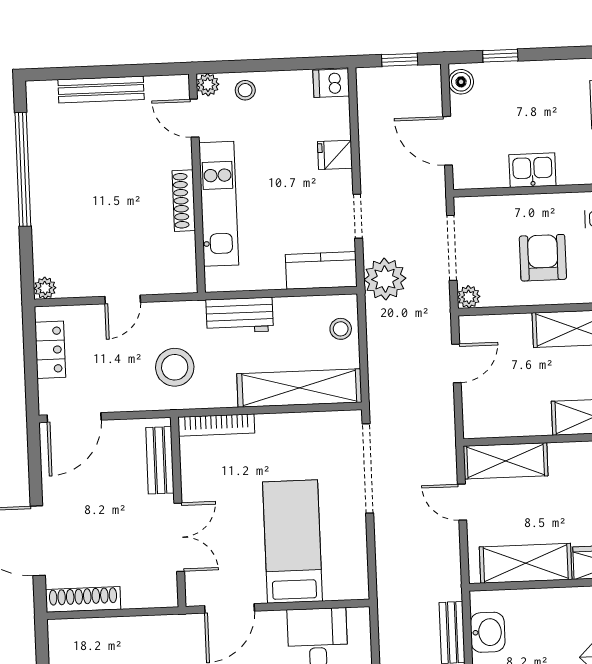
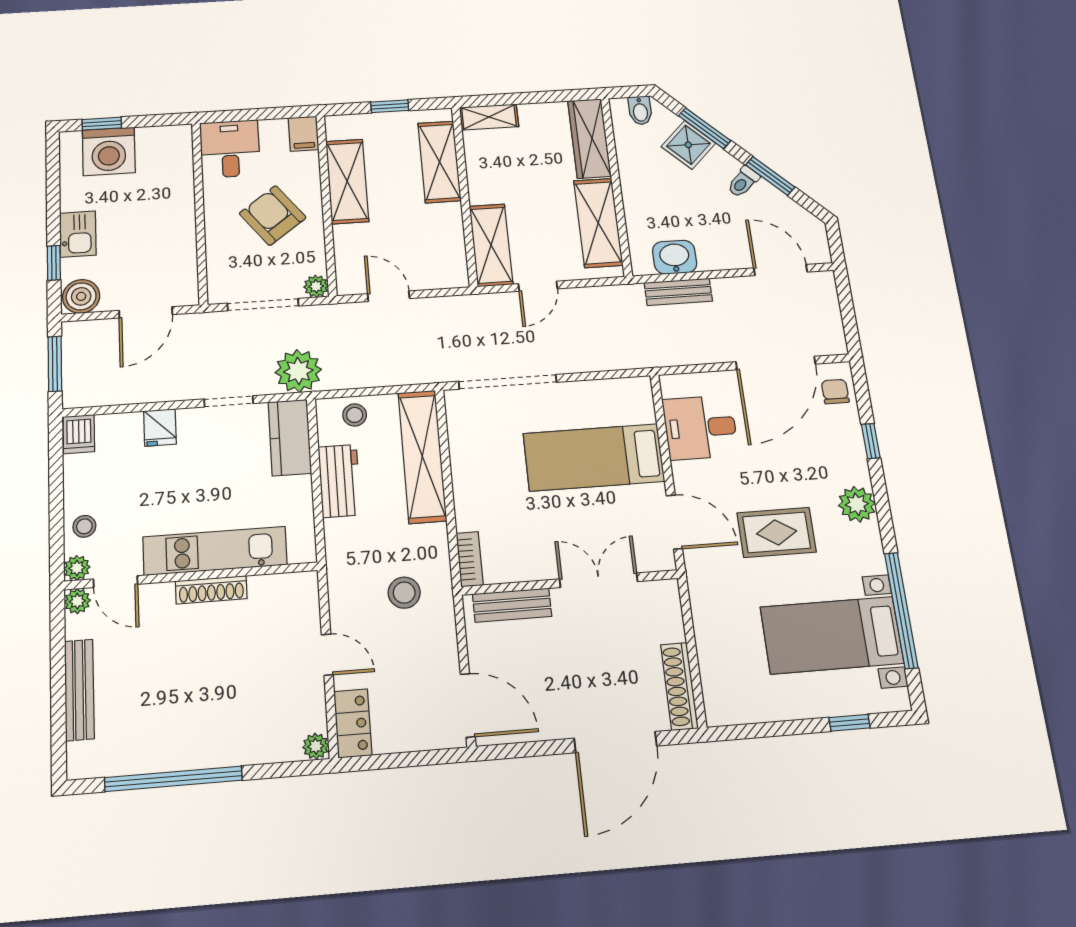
window: (400, 60) -> (55, 364), width x1.50
boiler: (461, 82) -> (81, 296), width x1.36, depth x1.36
plant: (178, 86) -> (77, 601), added
door: (194, 118) -> (116, 582), hinge flipped
kitchen sink: (532, 170) -> (78, 234), moved, turned 180
armchair: (543, 258) -> (273, 215), turned 53
workbench: (240, 315) -> (340, 481), moved
locker: (50, 350) -> (353, 723), moved, turned 90
stool: (175, 367) -> (404, 593), width x0.73, depth x0.73
bookcase: (216, 425) -> (470, 559), width x0.64

